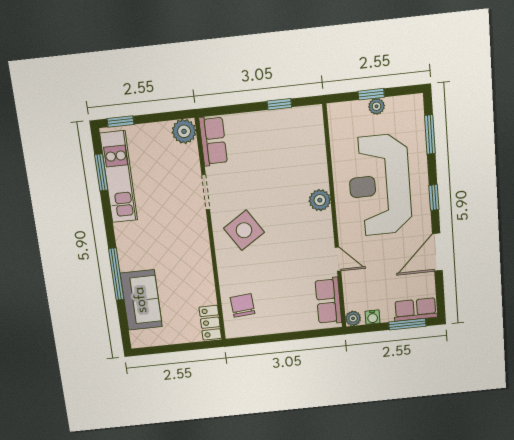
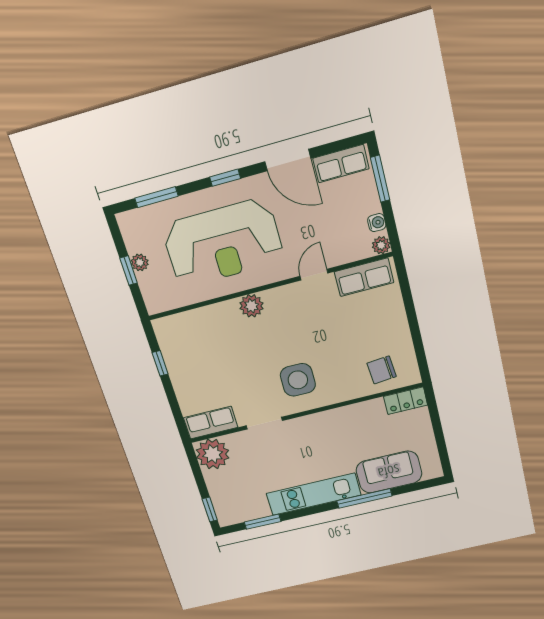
plant: (184, 131) -> (213, 454), width x1.36, depth x1.36
kitchen unit: (119, 177) -> (314, 494), moved
side table: (244, 230) -> (298, 380), turned 33
row of seats: (415, 309) -> (341, 164), moved, turned -90

